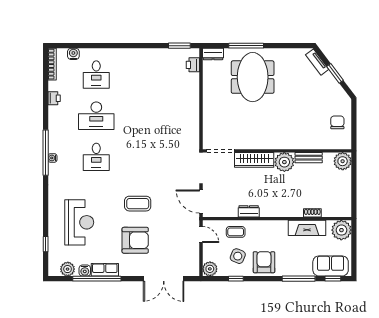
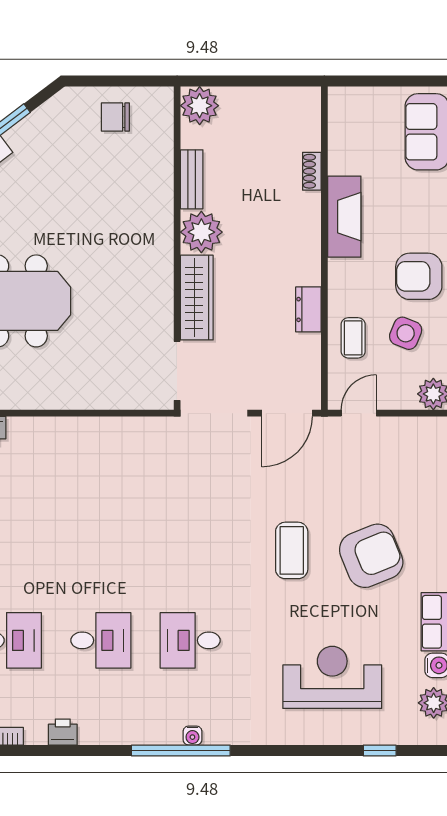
desk: (96, 116) -> (101, 640), width x0.73
desk: (96, 157) -> (190, 640), turned 180
fireplace: (307, 228) -> (344, 217), moved
plant: (341, 230) -> (349, 108), removed
armchair: (135, 240) -> (371, 556), turned 68

